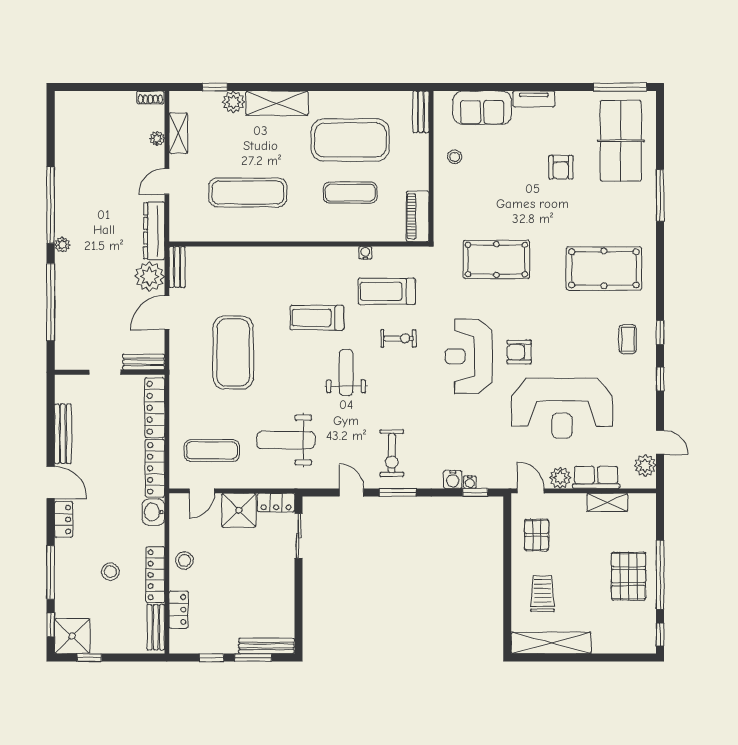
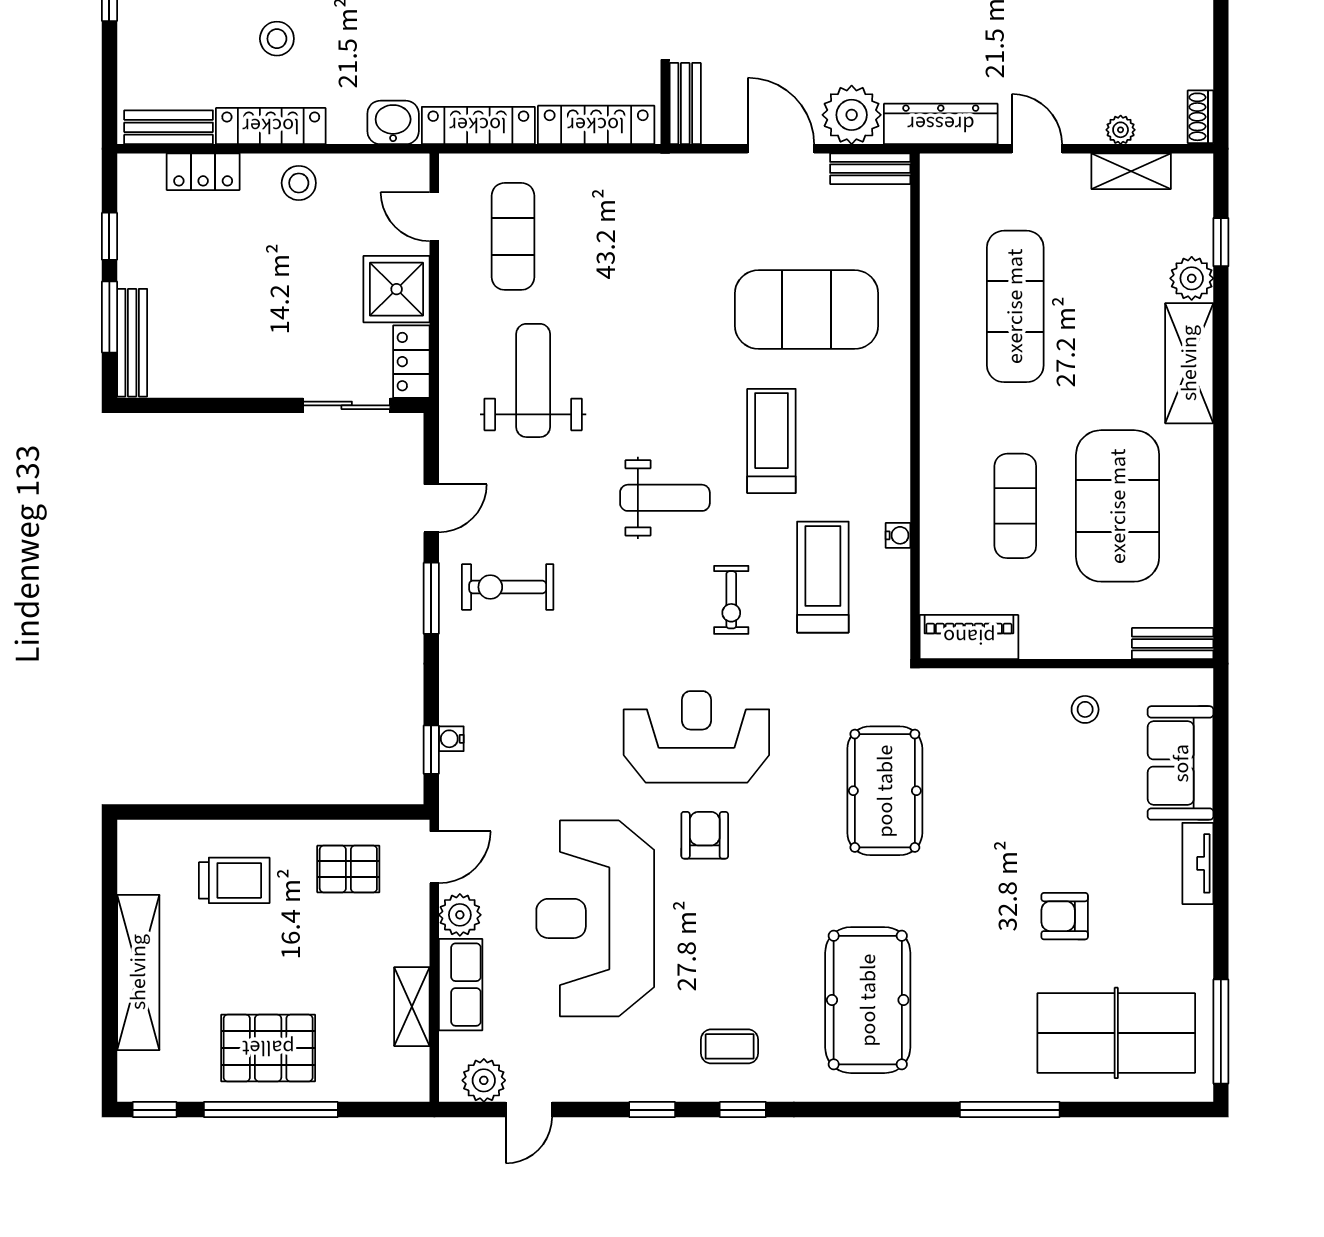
exercise mat: (233, 353) -> (807, 310), moved
water cooler: (453, 479) -> (456, 706), removed
shelving: (551, 643) -> (138, 972), moved

